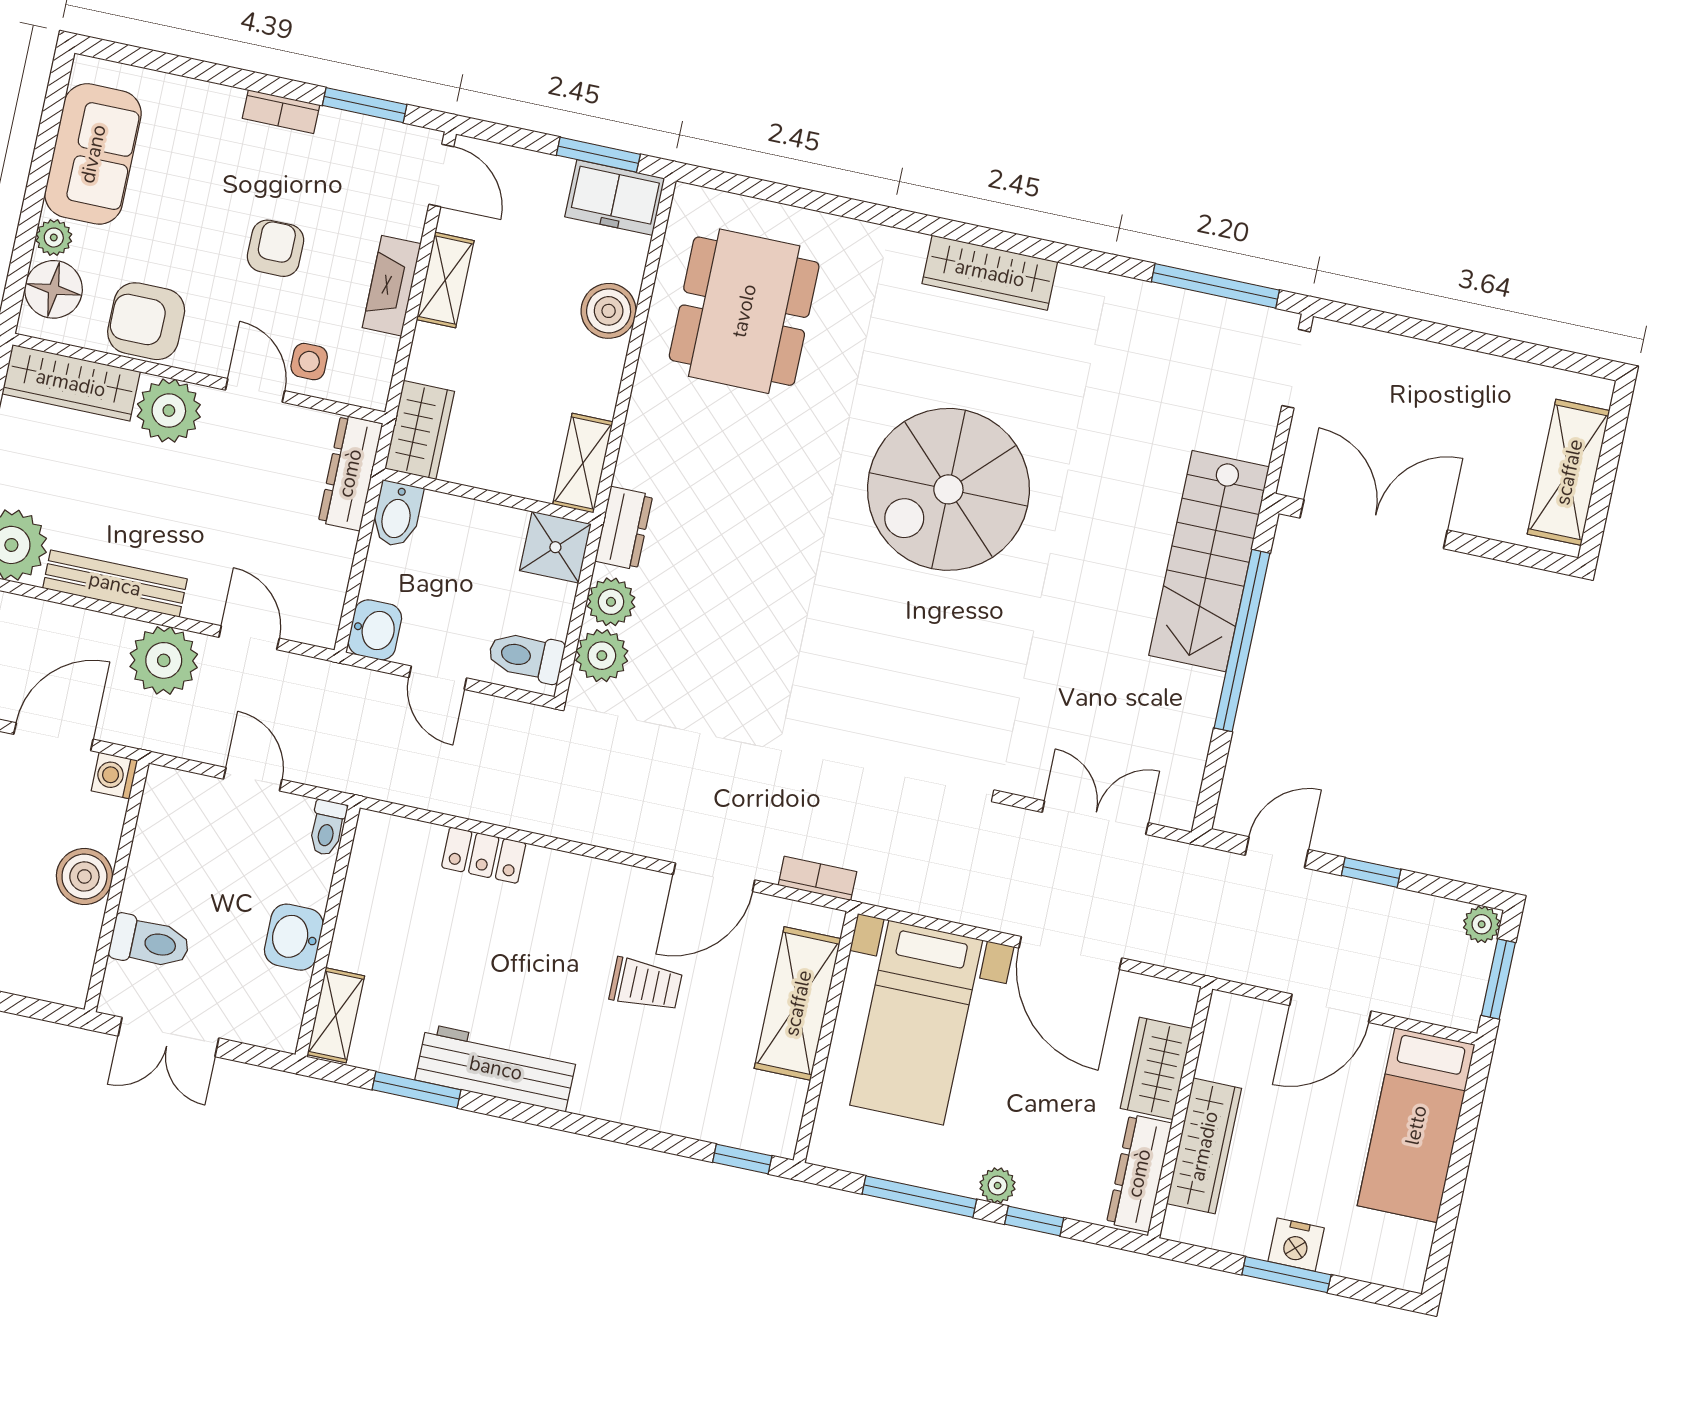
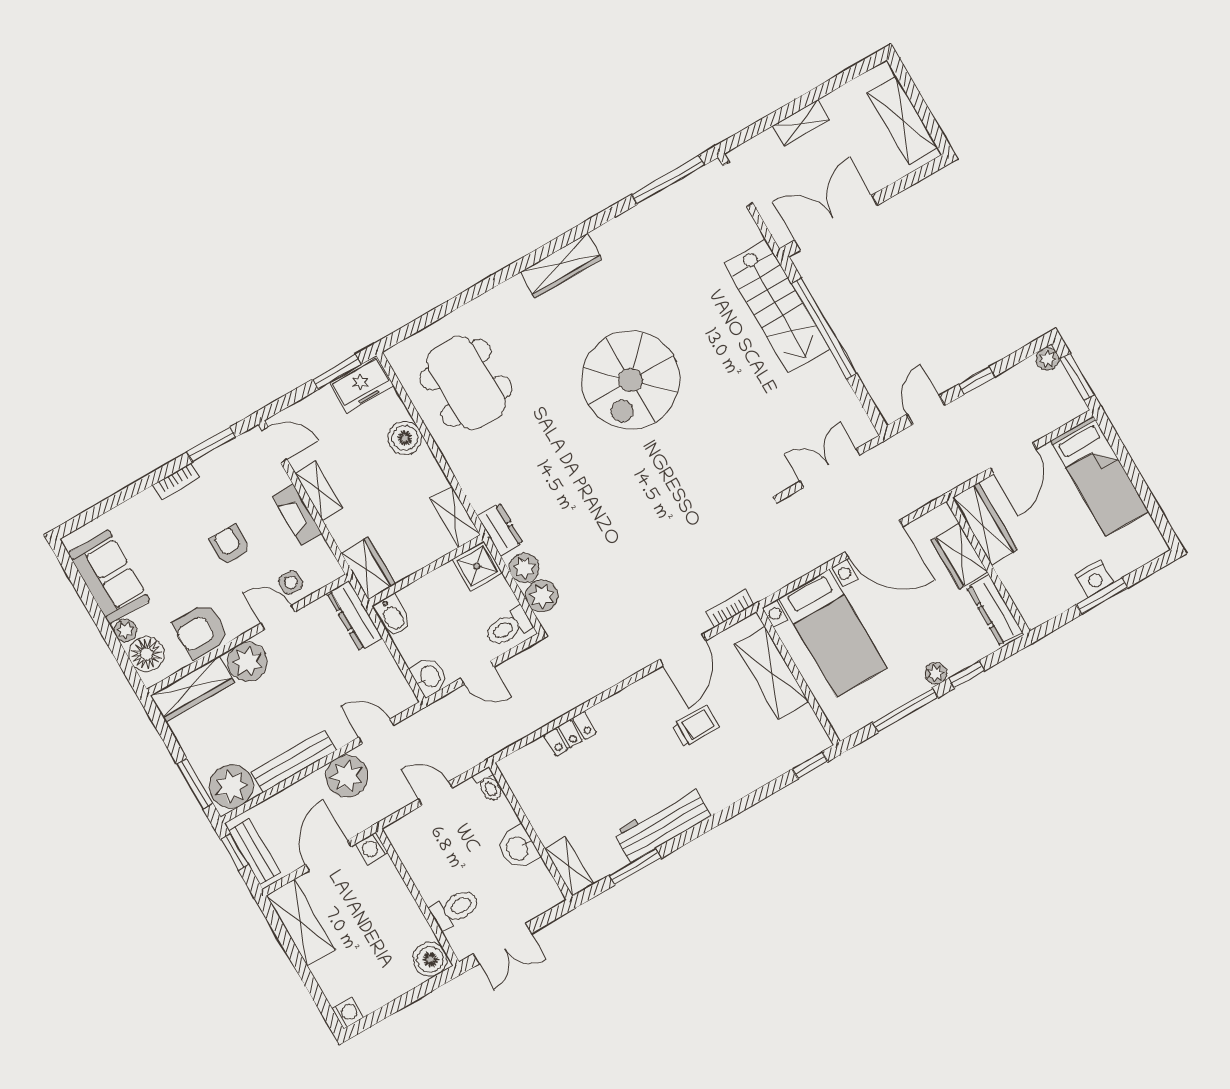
shelving: (1441, 363) -> (801, 123), added
boiler: (84, 876) -> (430, 959), moved
wardrobe: (1204, 1146) -> (985, 524), moved

